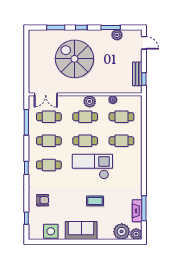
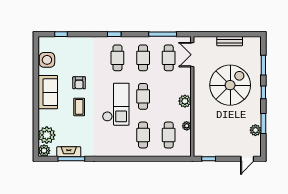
bench: (137, 74) -> (230, 41), moved
cafe table: (85, 117) -> (169, 96), removed
armchair: (43, 200) -> (79, 83), moved

